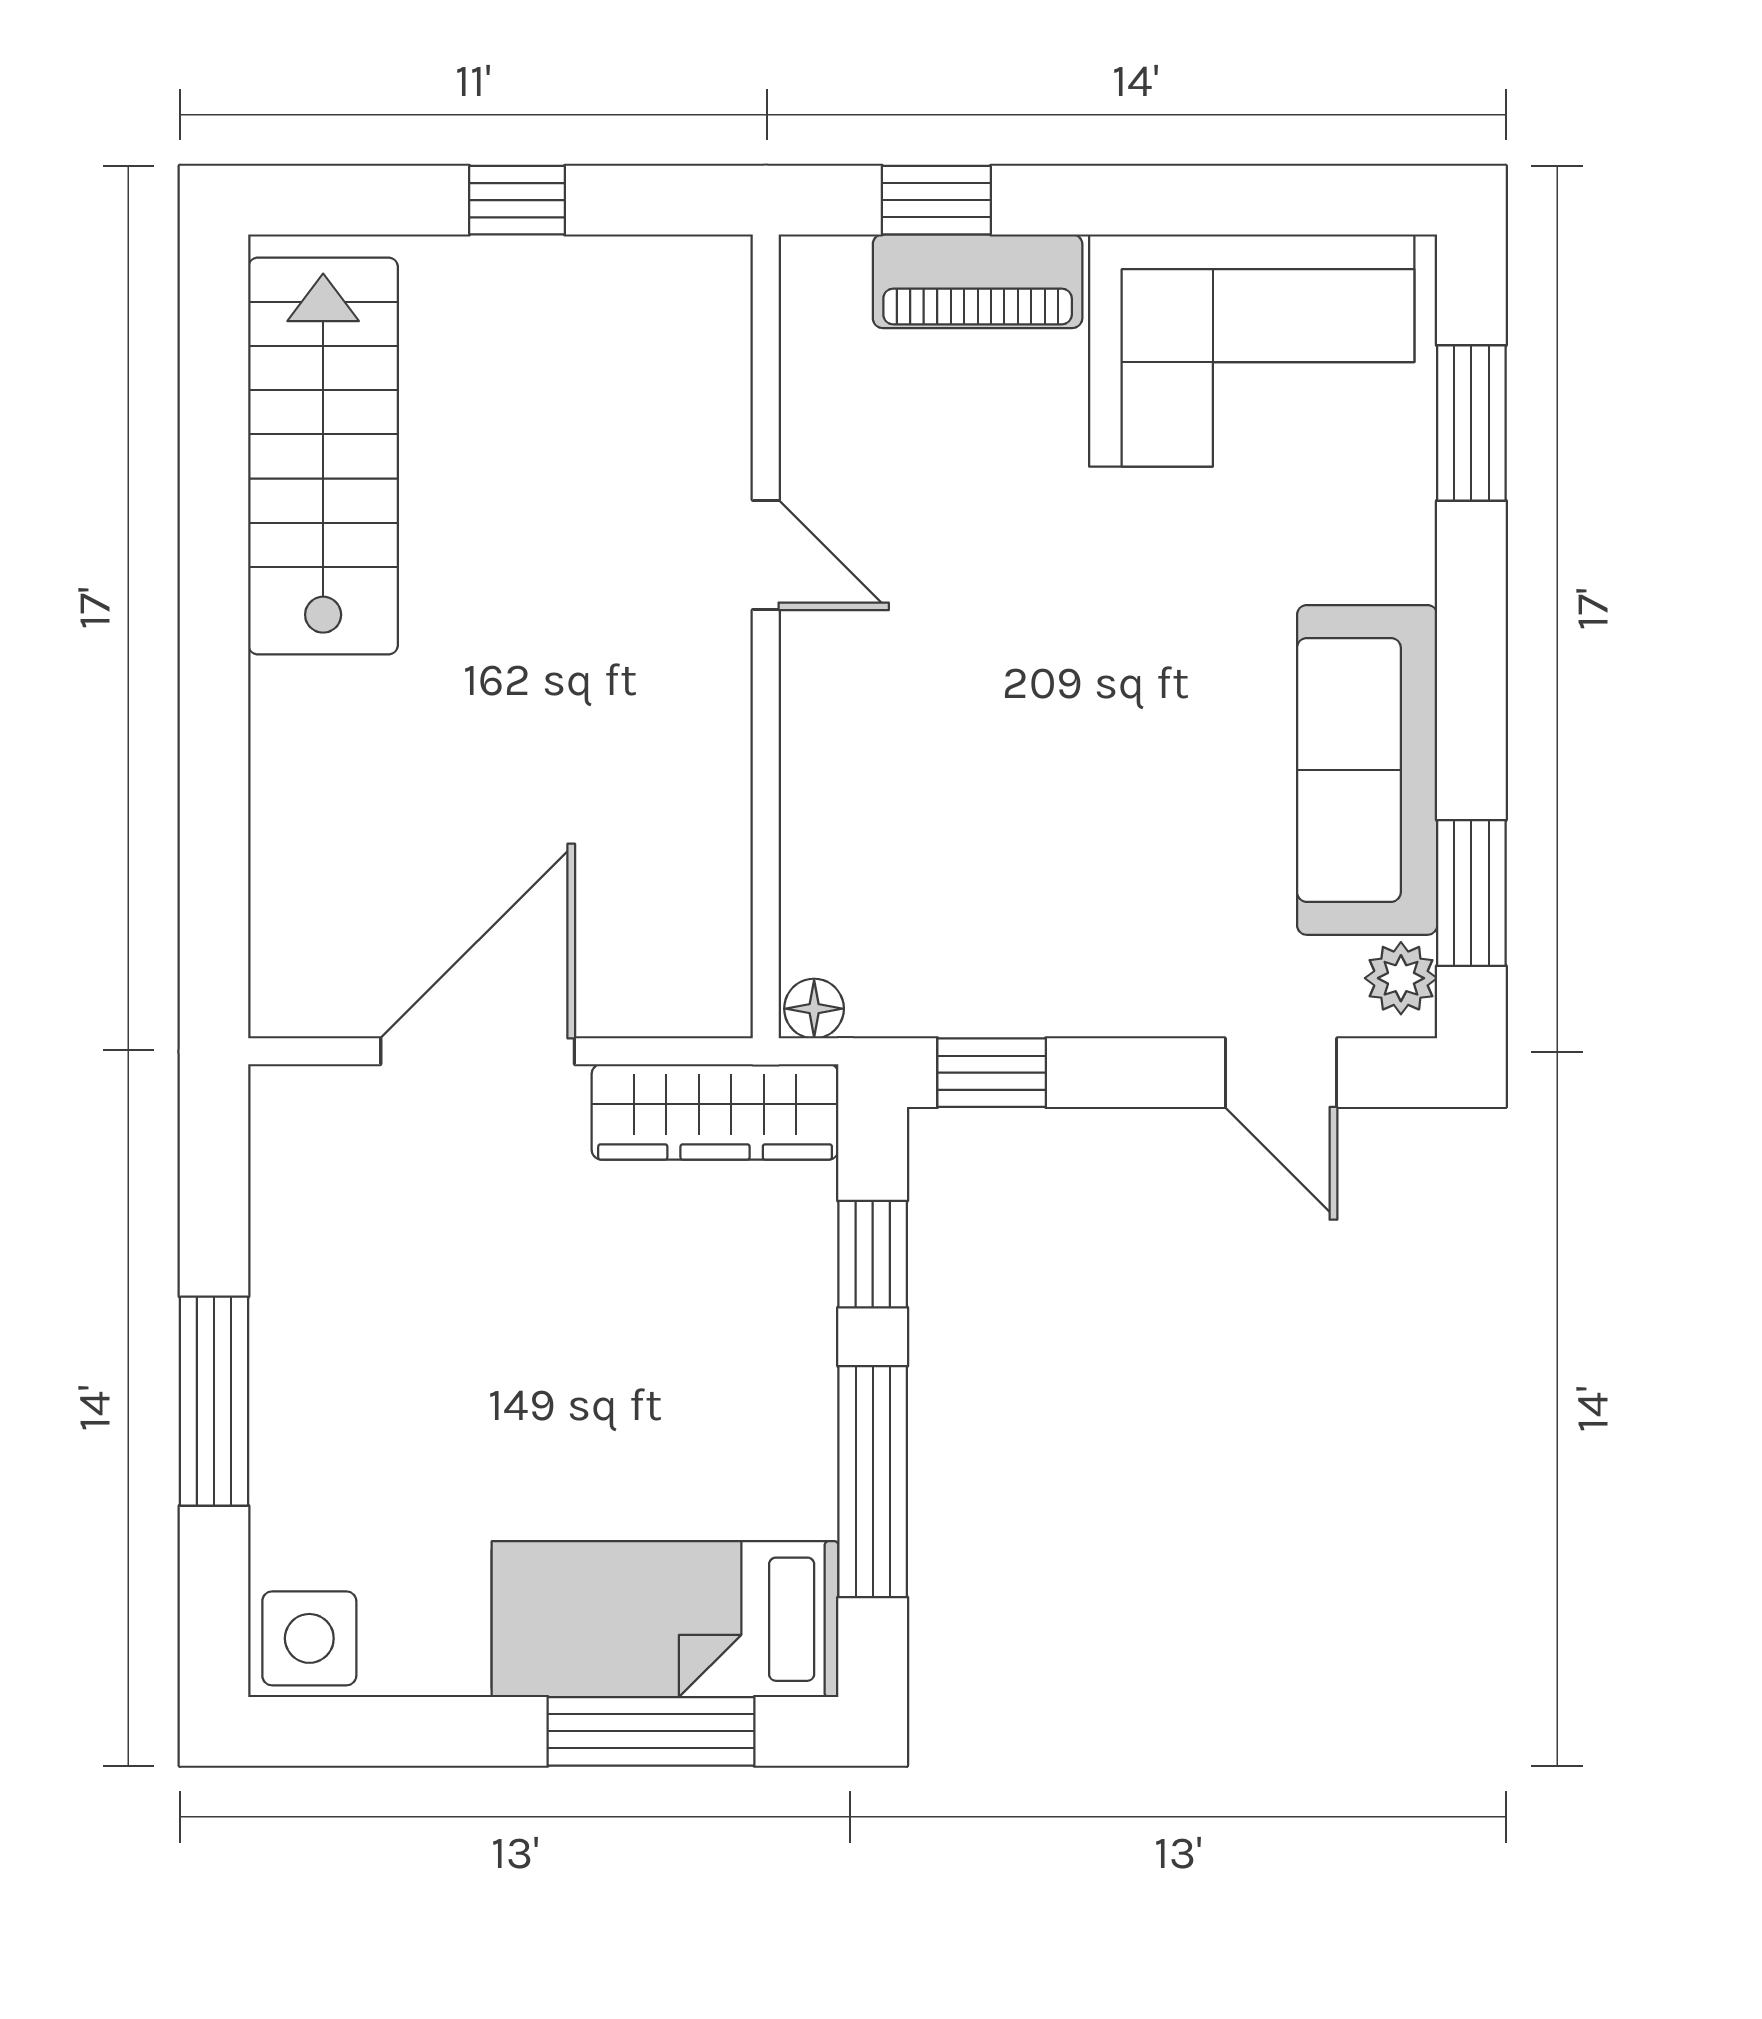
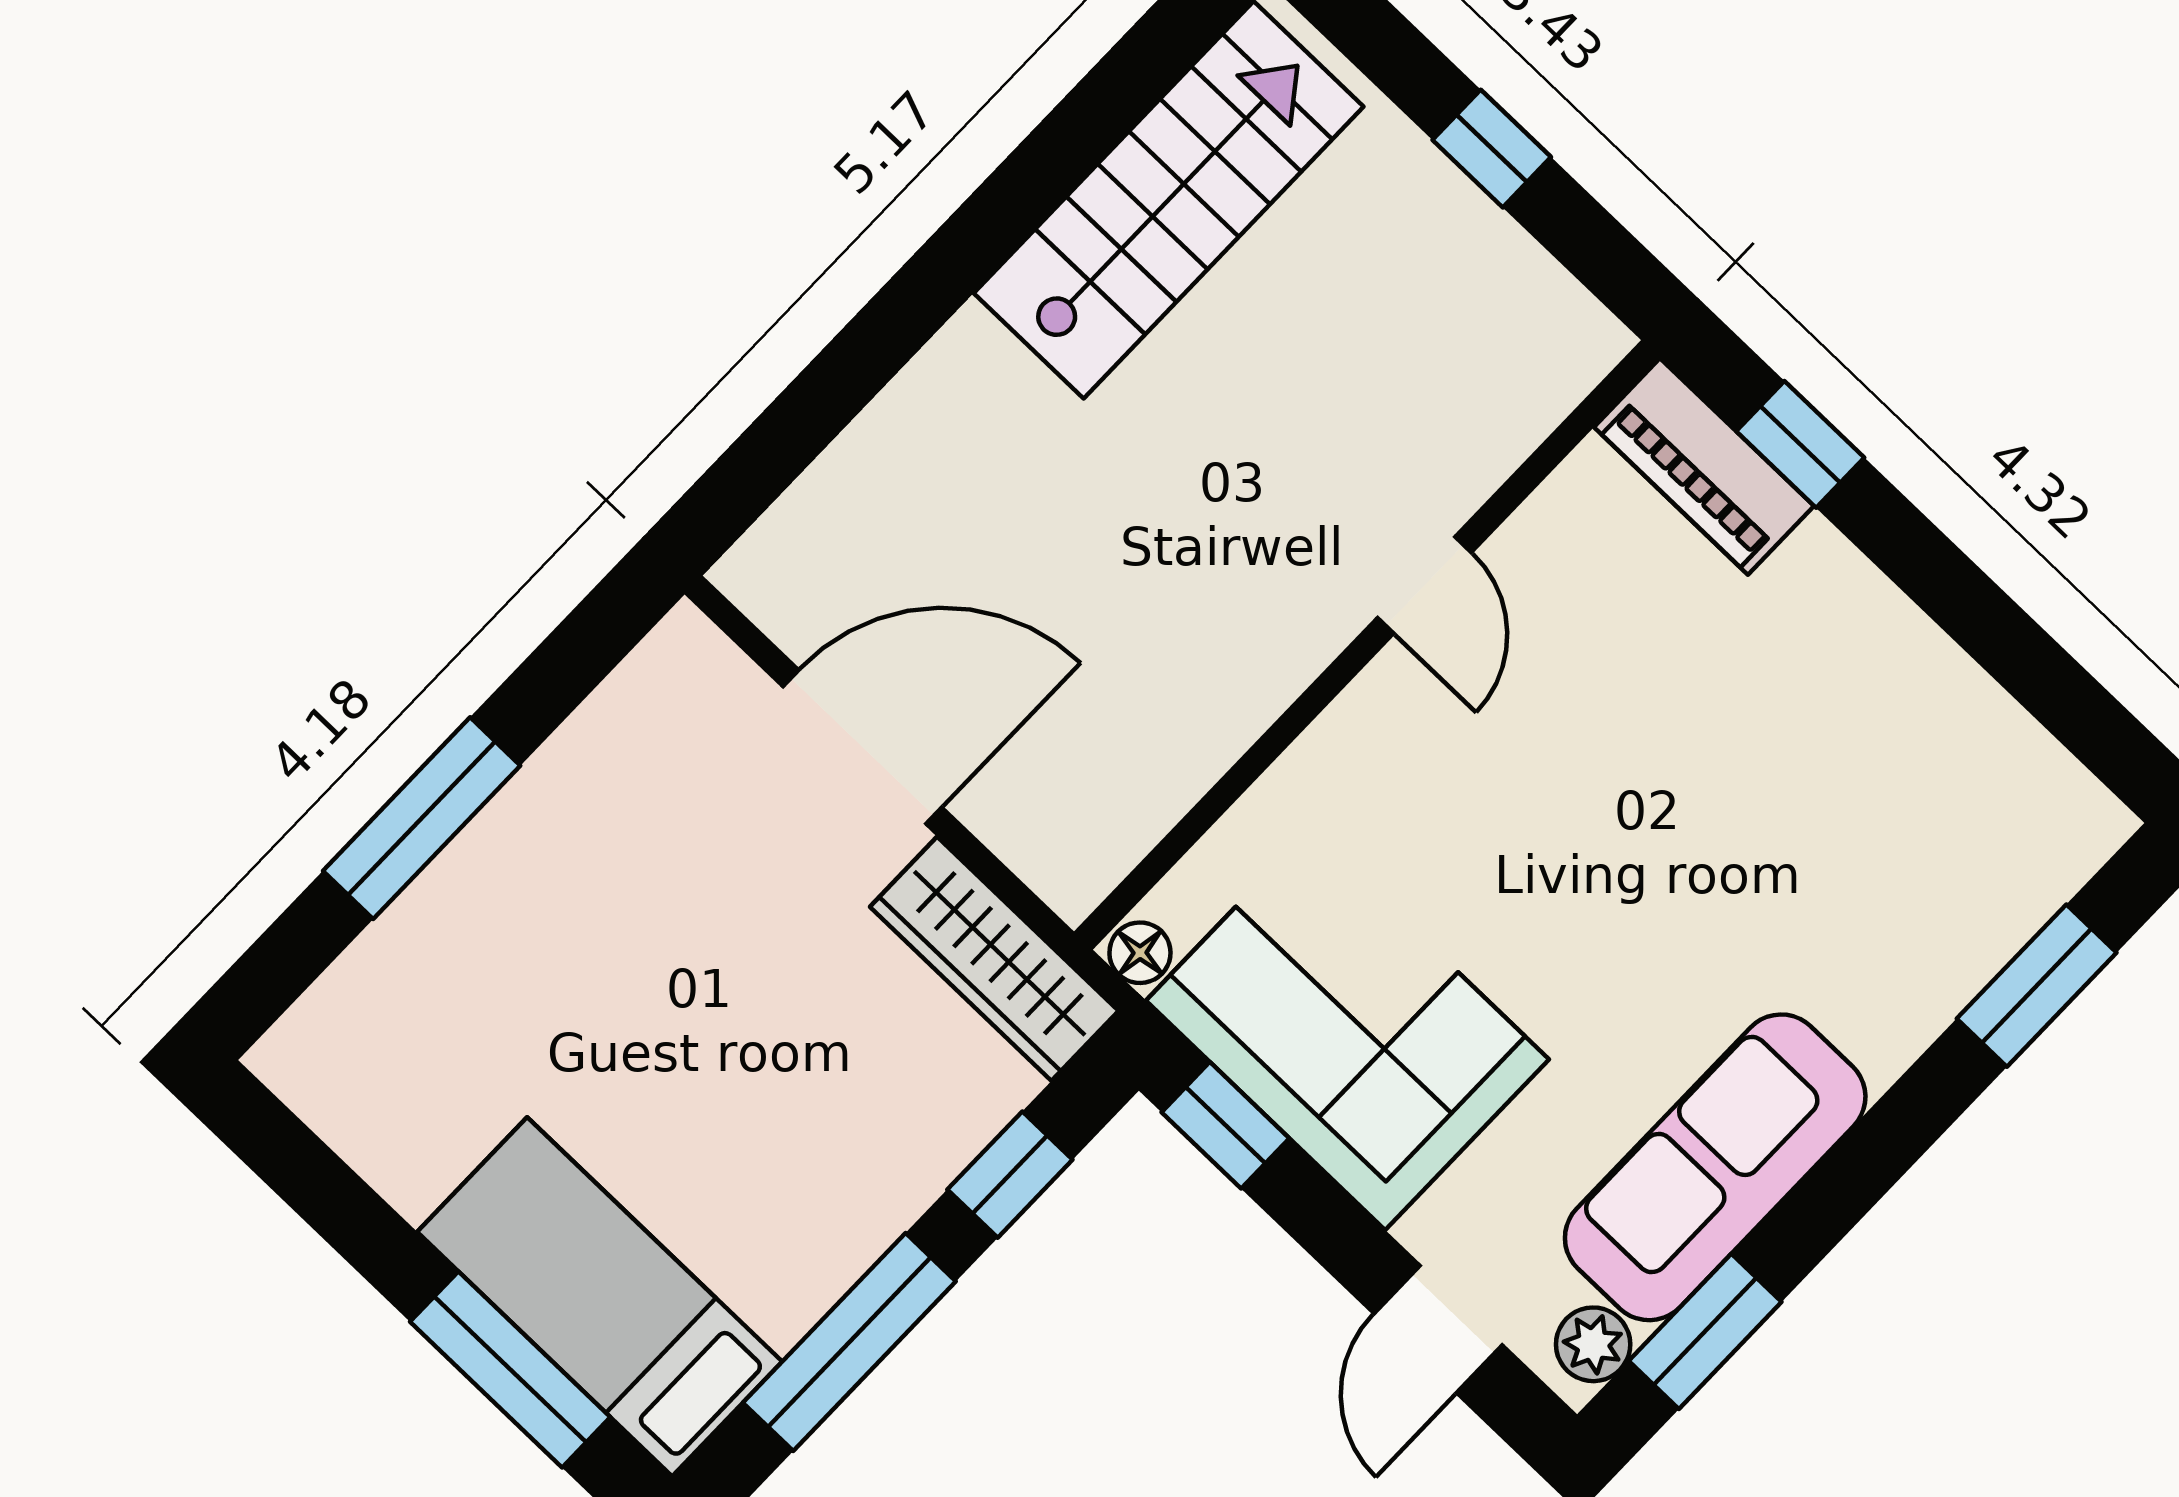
piano: (978, 281) -> (1704, 466), moved
corner sofa: (1252, 350) -> (1347, 1030), moved, turned 180
side table: (309, 1638) -> (324, 1060), removed

